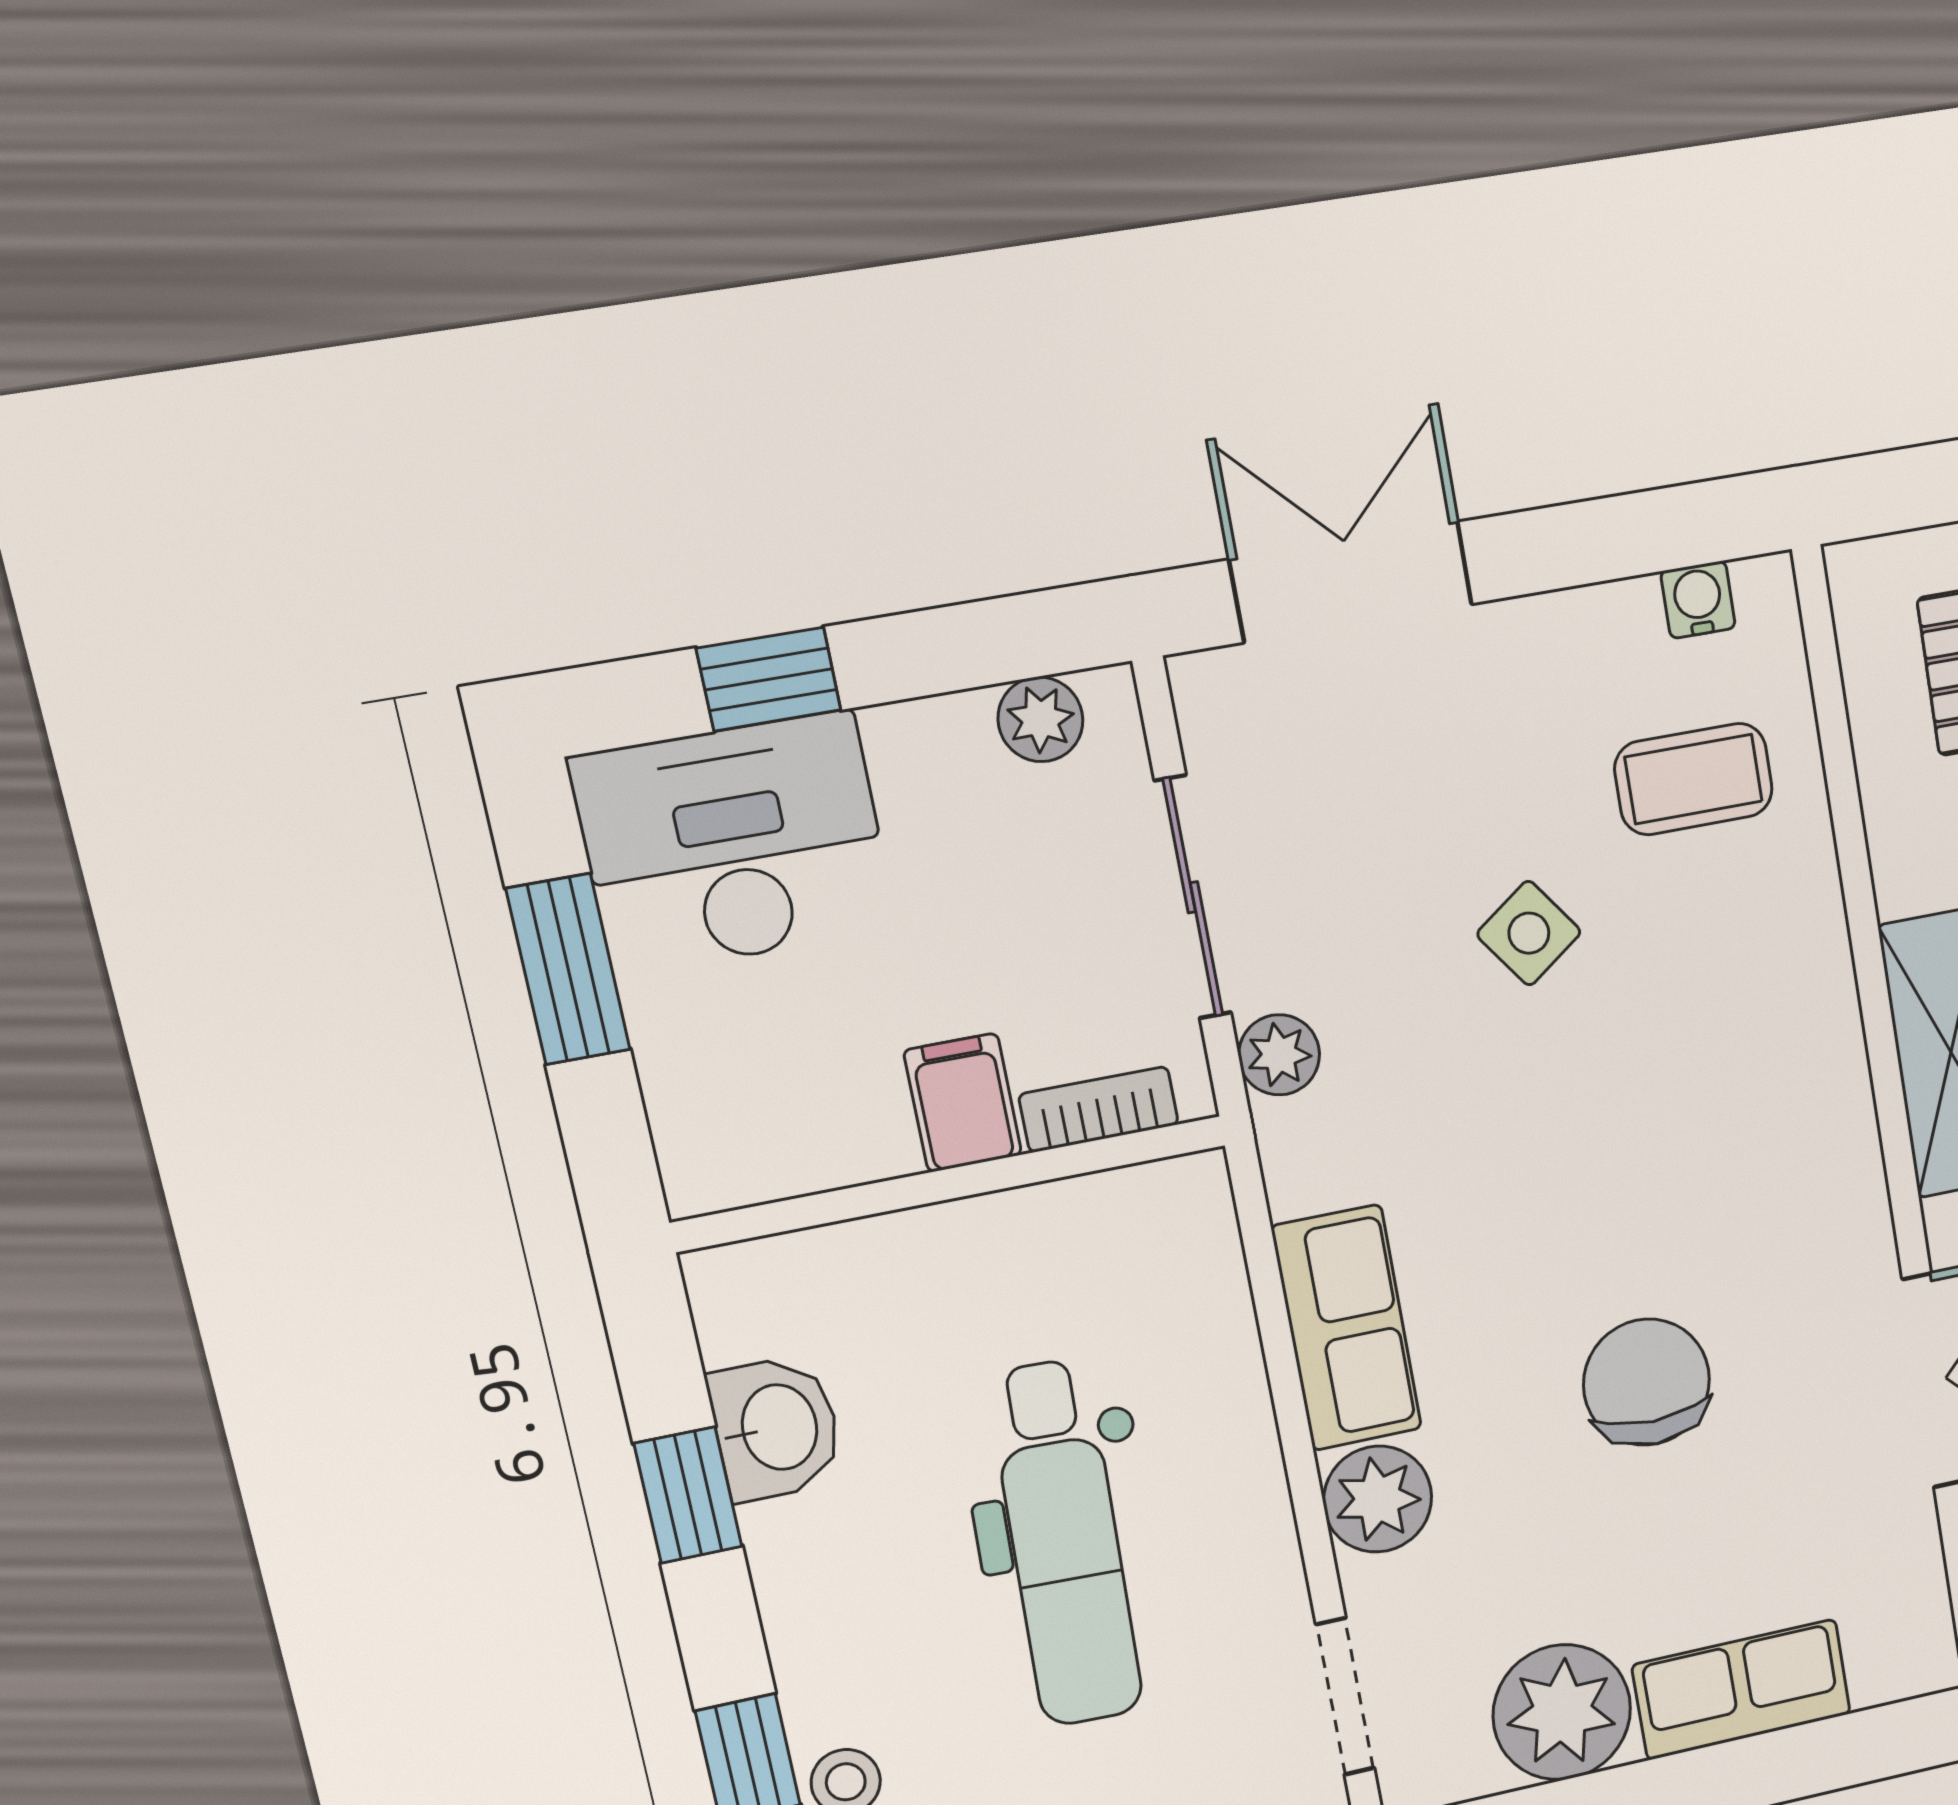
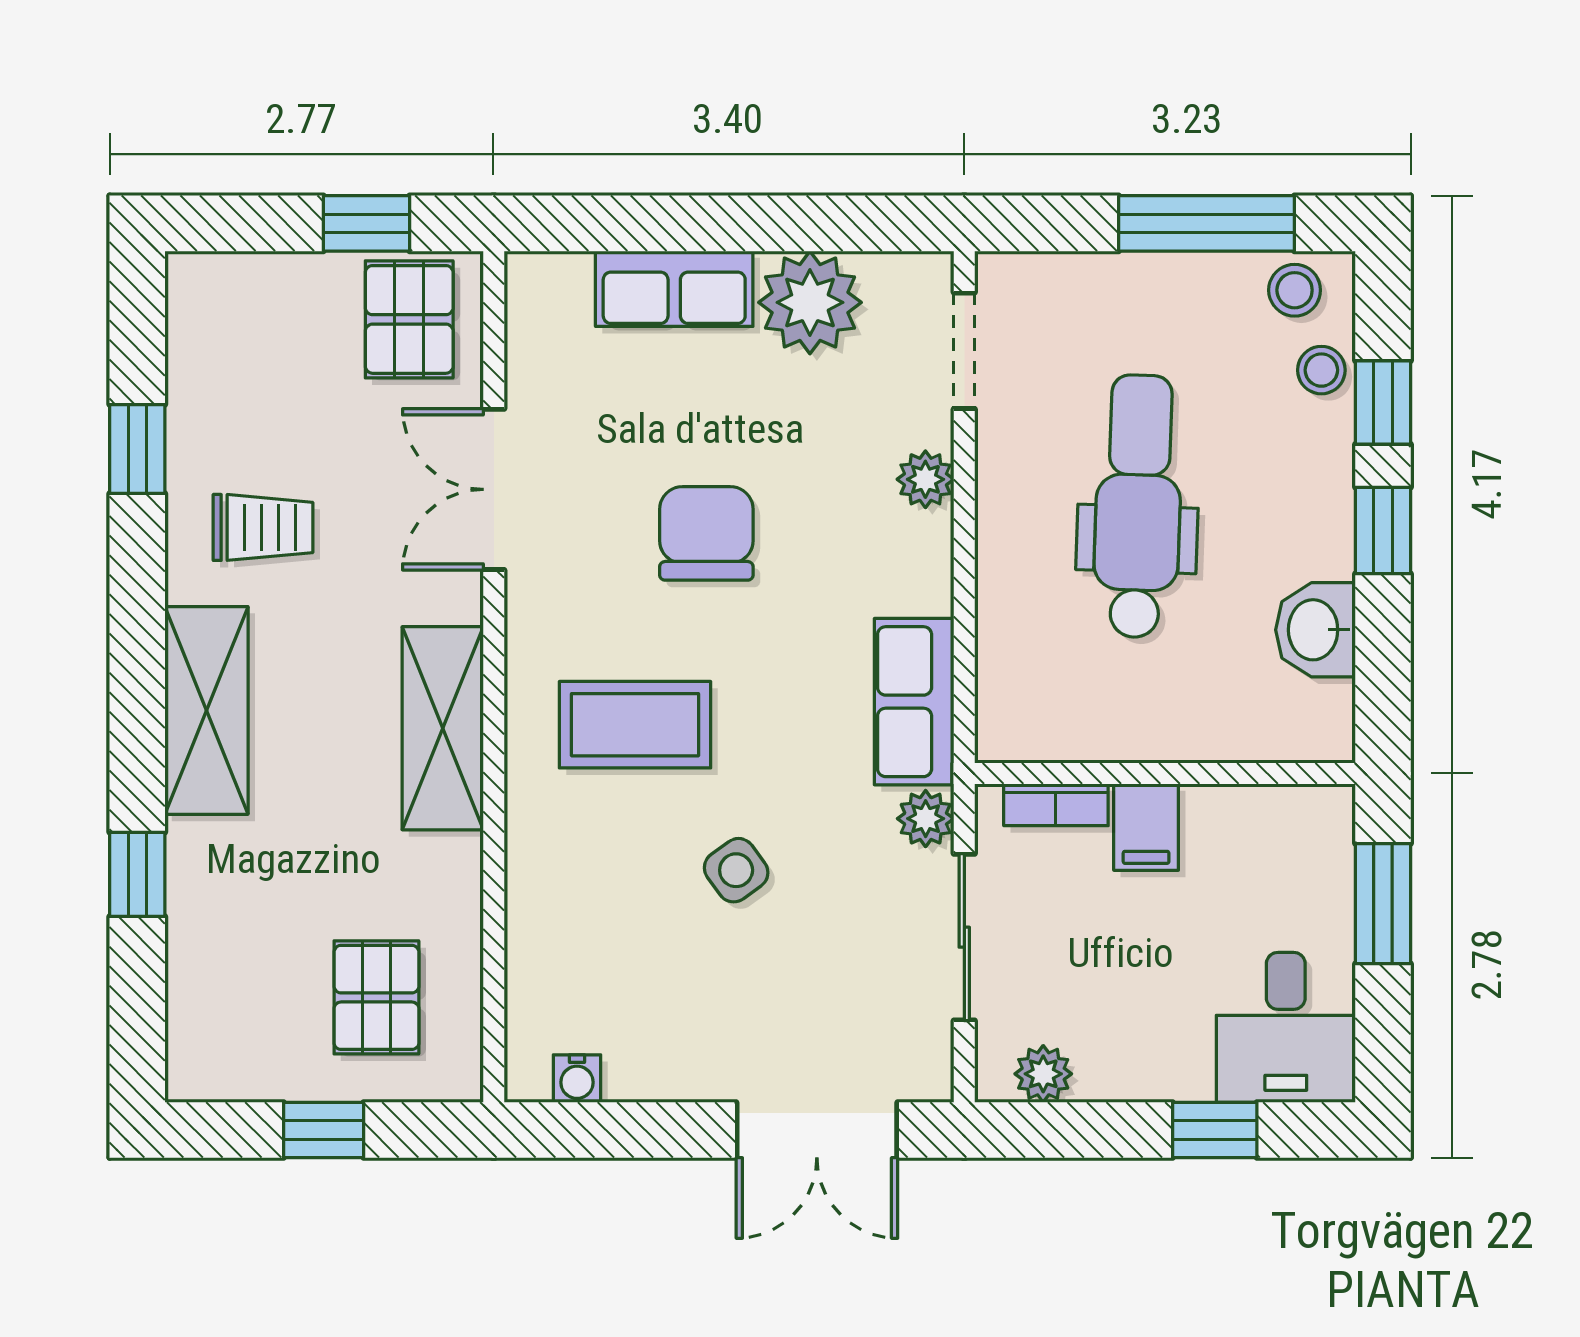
coffee table: (1694, 779) -> (635, 725), moved, width x1.36, depth x1.30
desk: (734, 844) -> (1286, 1027), width x0.73
window: (568, 969) -> (1383, 904), moved
row of seats: (1347, 1328) -> (914, 702), moved
chair: (1647, 1382) -> (706, 533), turned 180
window: (688, 1495) -> (1383, 531), moved
plant: (1378, 1499) -> (925, 479), width x0.73, depth x0.73

